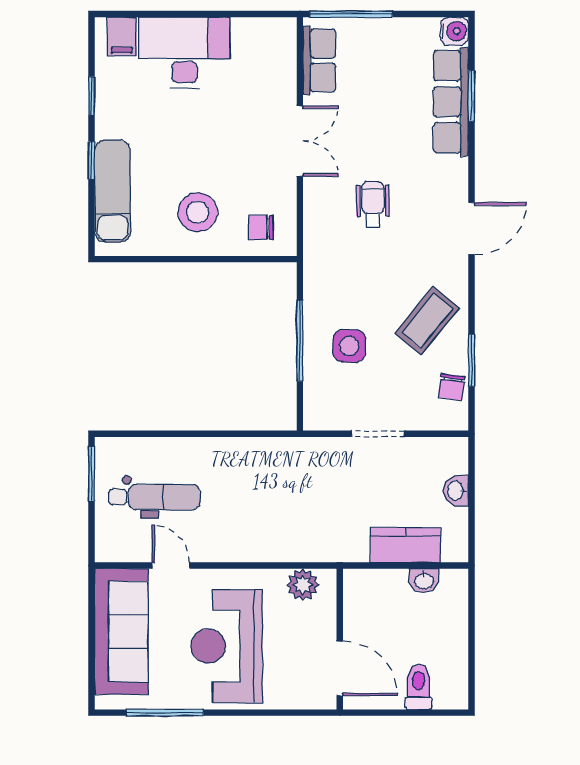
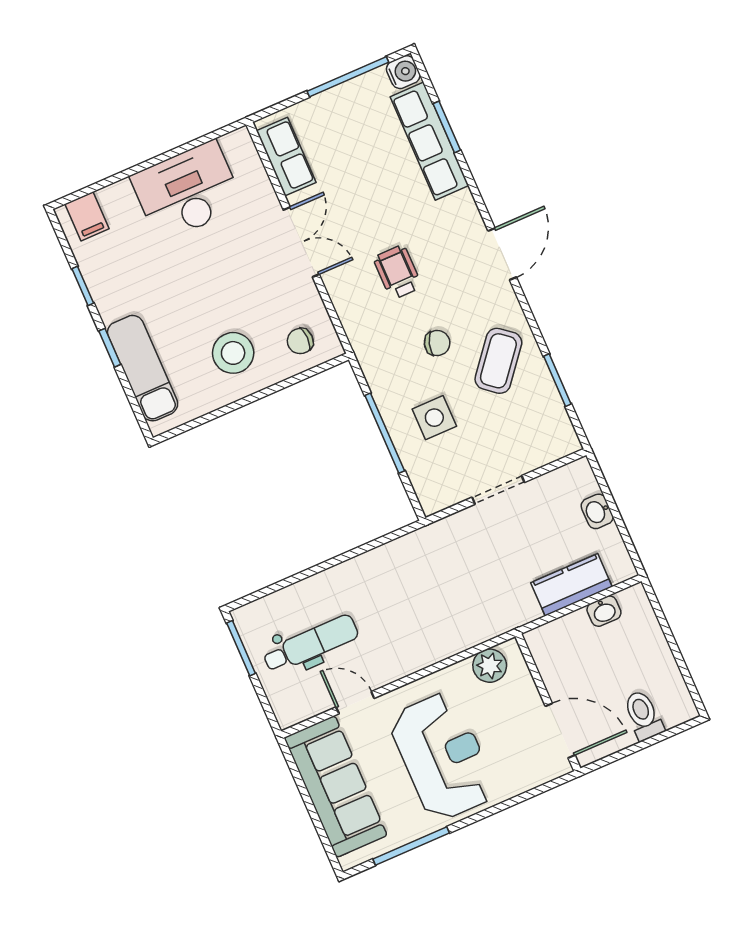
window: (351, 14) -> (348, 77), moved
desk: (184, 53) -> (187, 191), moved
chair: (451, 387) -> (437, 343), moved, turned -81
reception desk: (227, 646) -> (443, 756), turned 180

